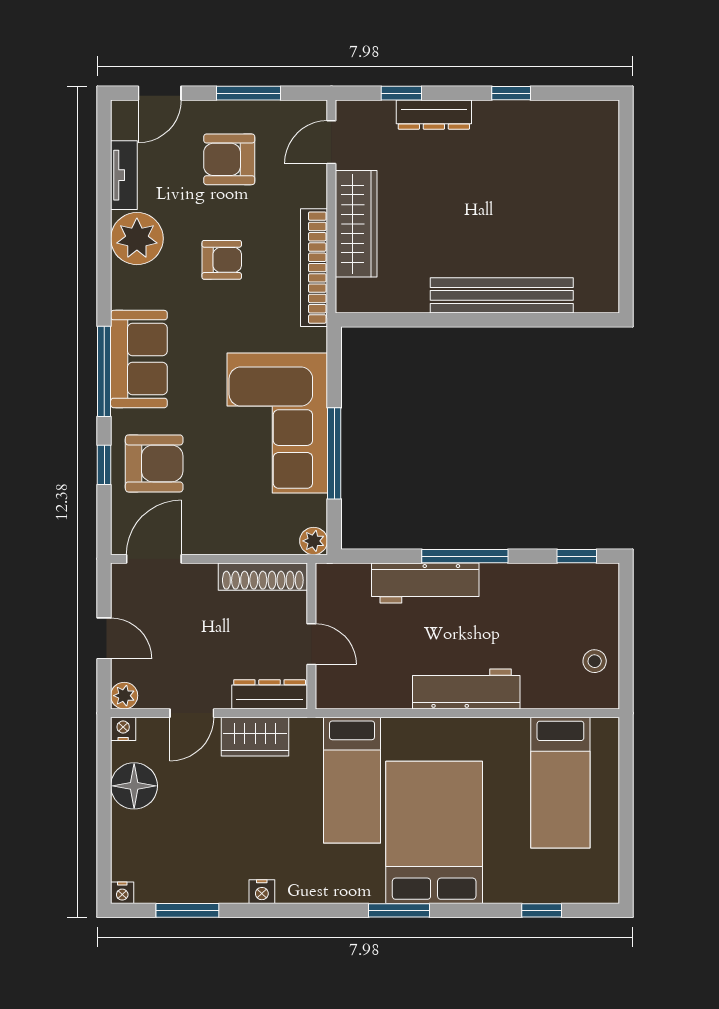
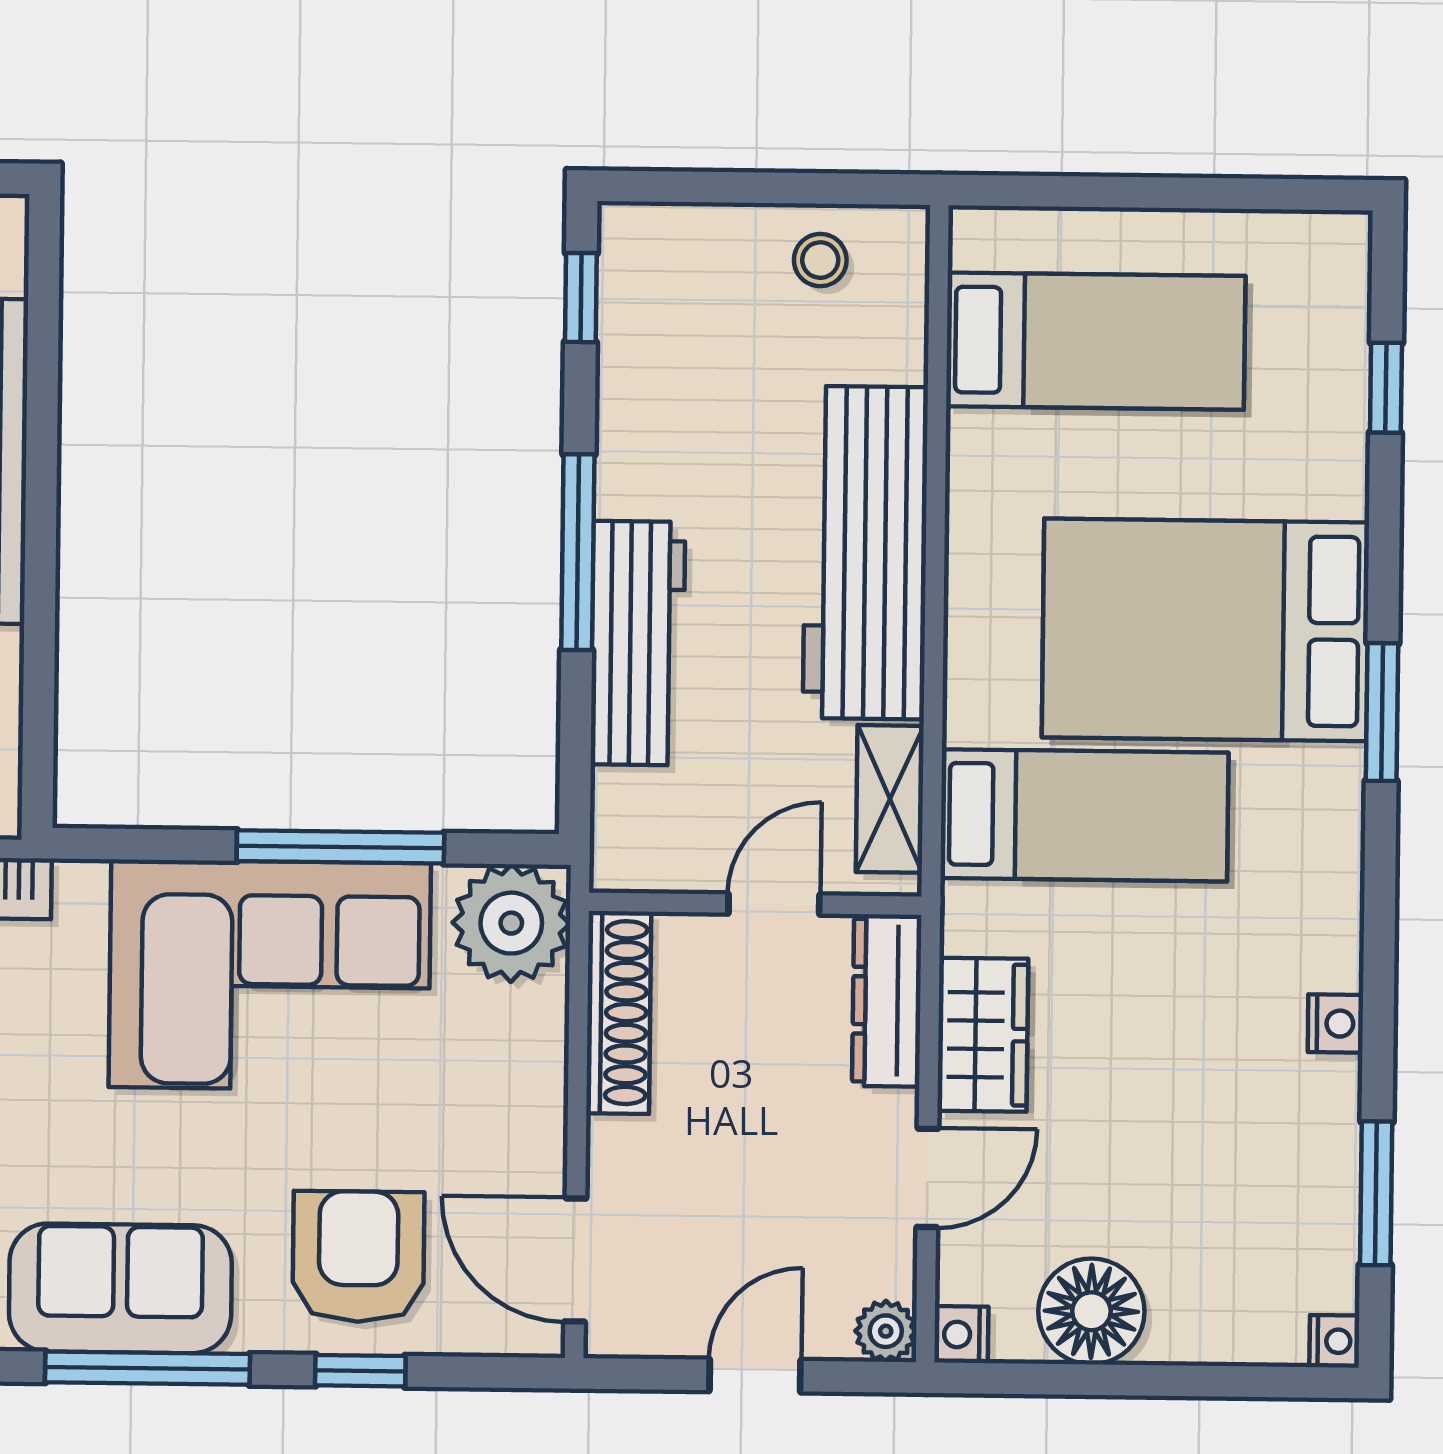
plant: (314, 541) -> (511, 923), width x1.87, depth x1.87
workbench: (466, 689) -> (865, 553), width x1.36, depth x1.32
shelving: (358, 695) -> (890, 799), added
door: (192, 713) -> (927, 1178), hinge flipped

